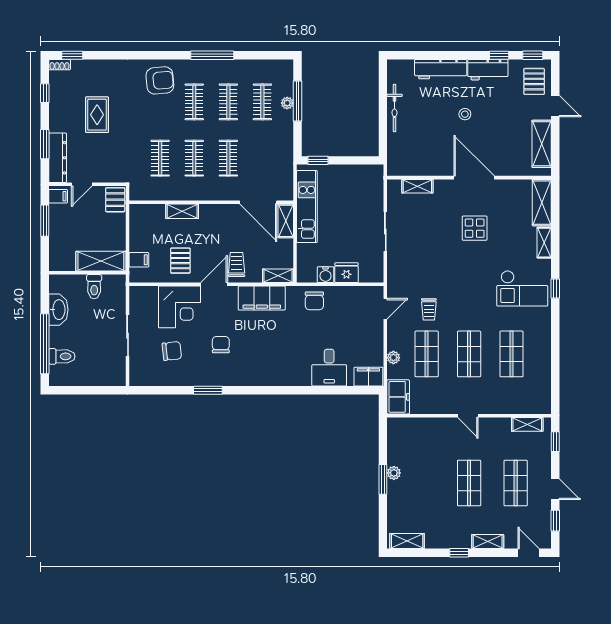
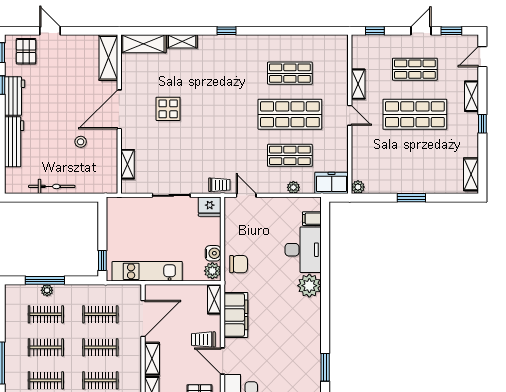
pallet: (534, 81) -> (26, 51), turned 90
door: (555, 106) -> (50, 31), hinge flipped
stool: (465, 114) -> (81, 142), moved
shelving: (542, 144) -> (108, 58), moved, turned 90
clothes rail: (262, 158) -> (100, 314), added
shelving: (286, 221) -> (152, 359), moved, turned 90
fridge: (346, 273) -> (210, 207), moved, turned -90
plant: (307, 274) -> (212, 271), added
checkout: (522, 288) -> (226, 63), removed
trolley: (429, 309) -> (219, 185), moved
chair: (221, 345) -> (281, 355), removed
shop shelf: (469, 354) -> (290, 114), width x1.43, depth x1.36
desk: (329, 368) -> (303, 250), width x1.37
plant: (292, 374) -> (309, 286), added
filing cabinet: (368, 377) -> (312, 219), width x0.50
door: (468, 416) -> (350, 115), hinge flipped
shelving: (527, 424) -> (358, 84), moved
plant: (394, 473) -> (358, 187), moved
shop shelf: (469, 483) -> (415, 114), width x1.43, depth x1.36

